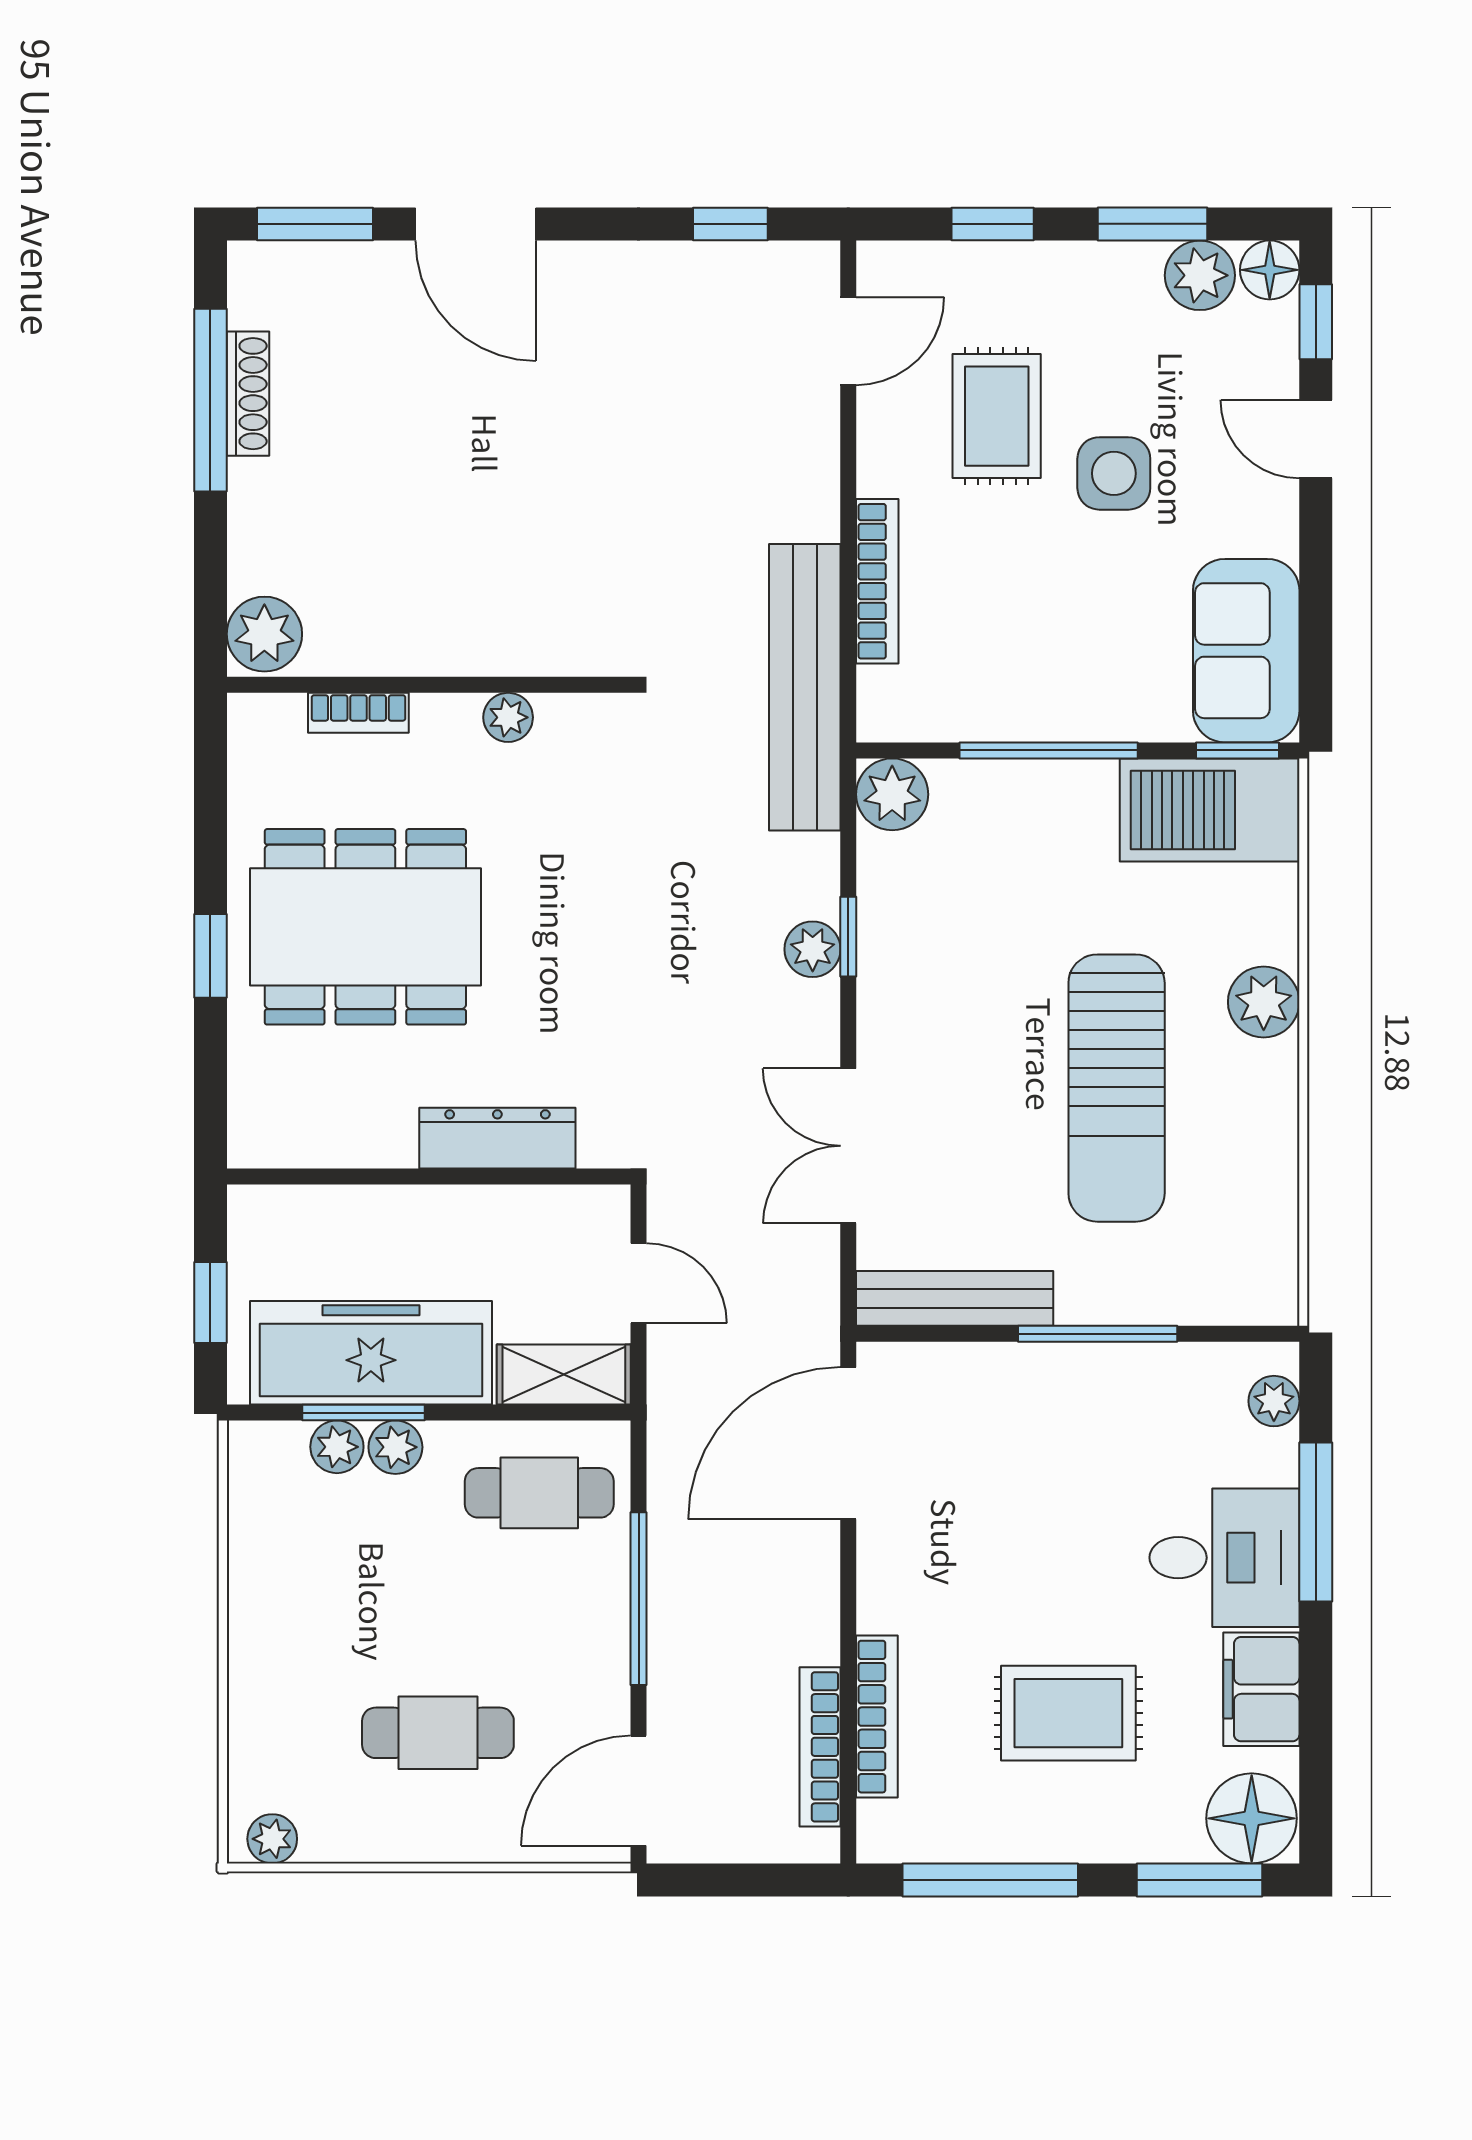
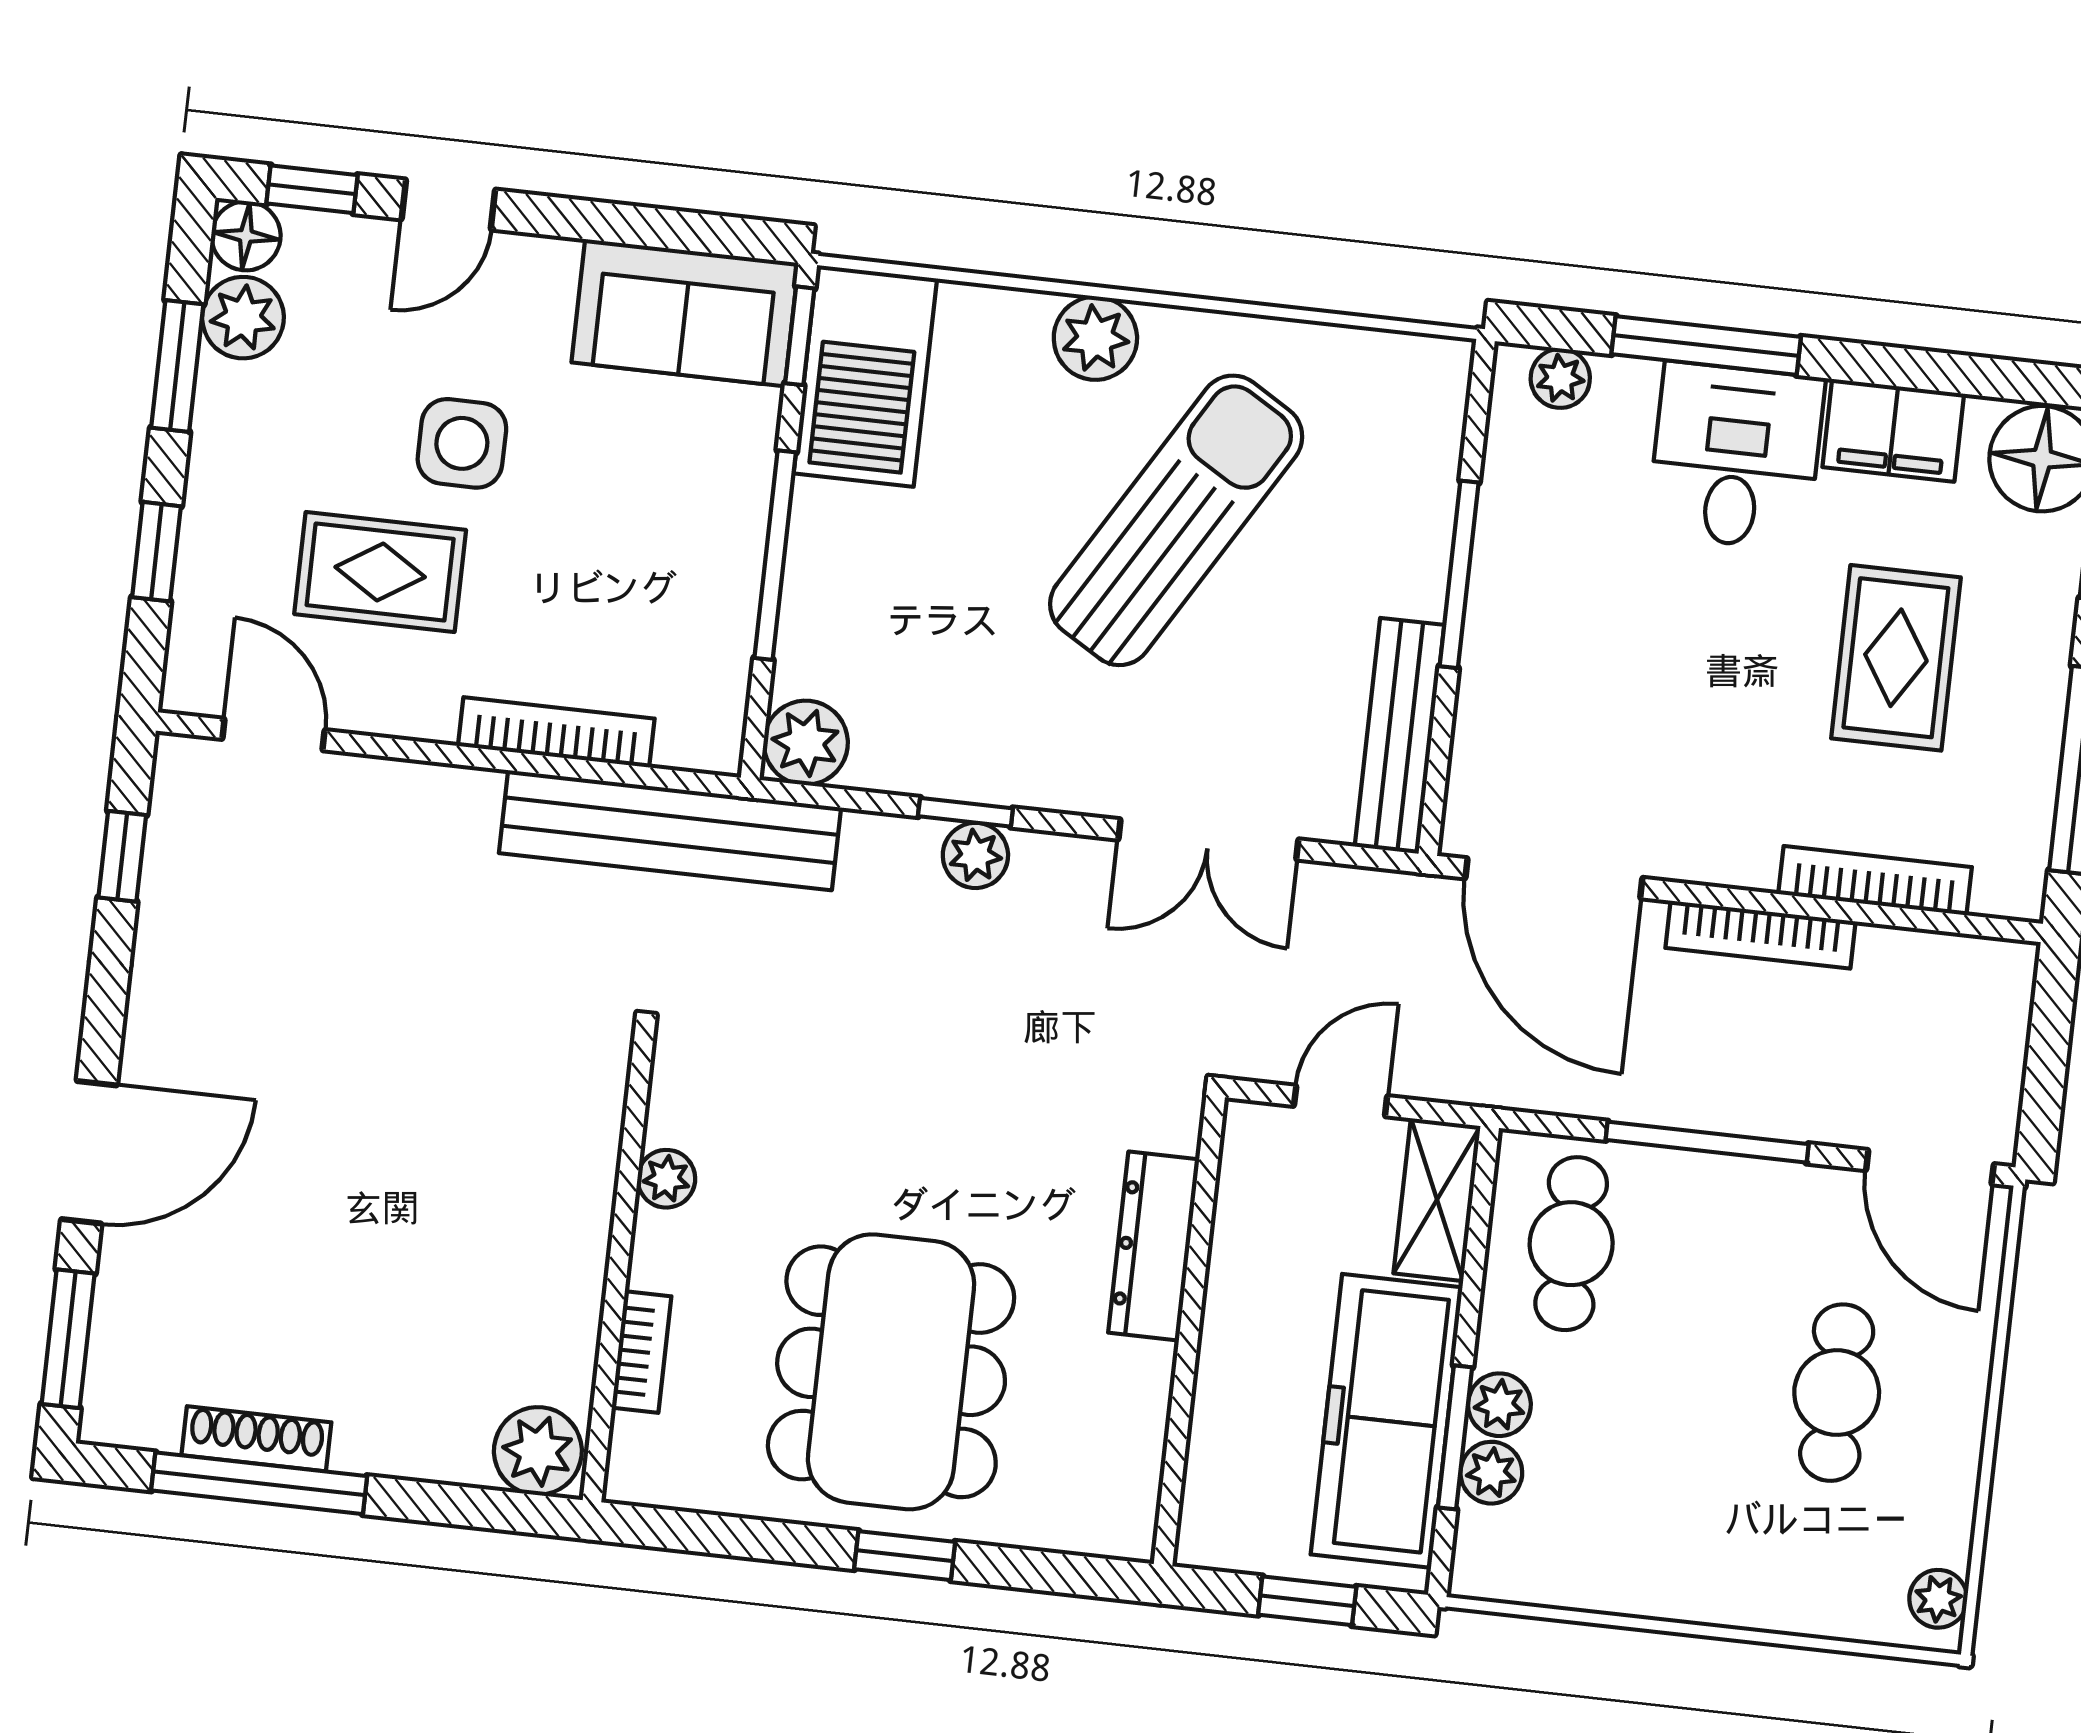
sun lounger: (1117, 1088) -> (1176, 520), turned -59
bookcase: (820, 1747) -> (1760, 935), moved

